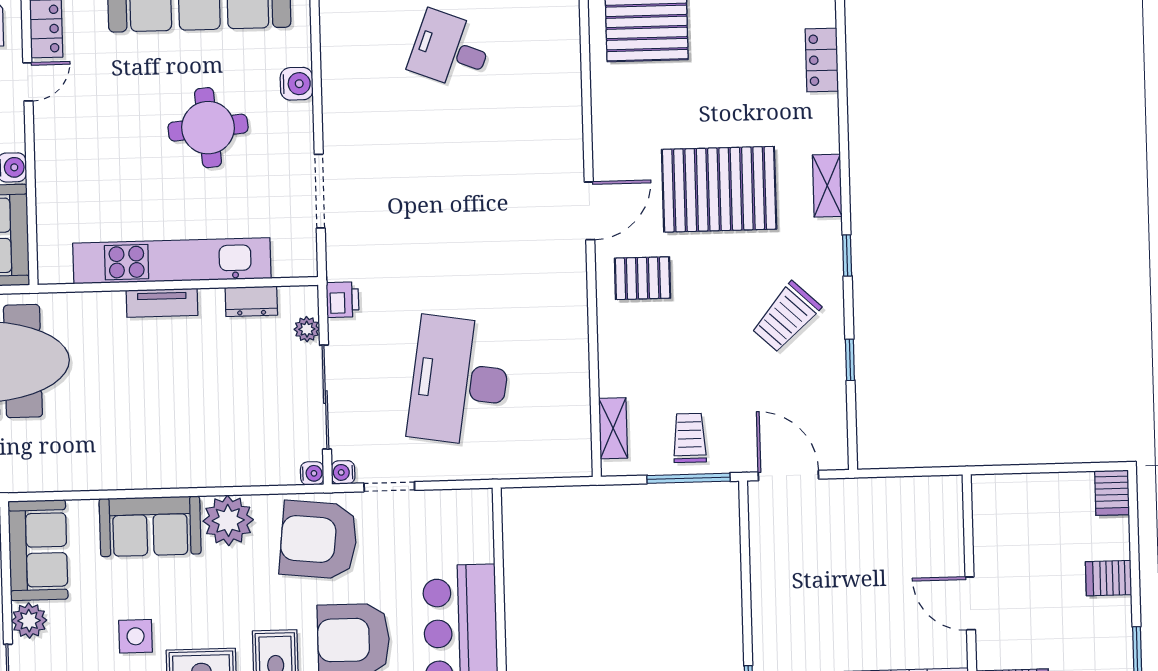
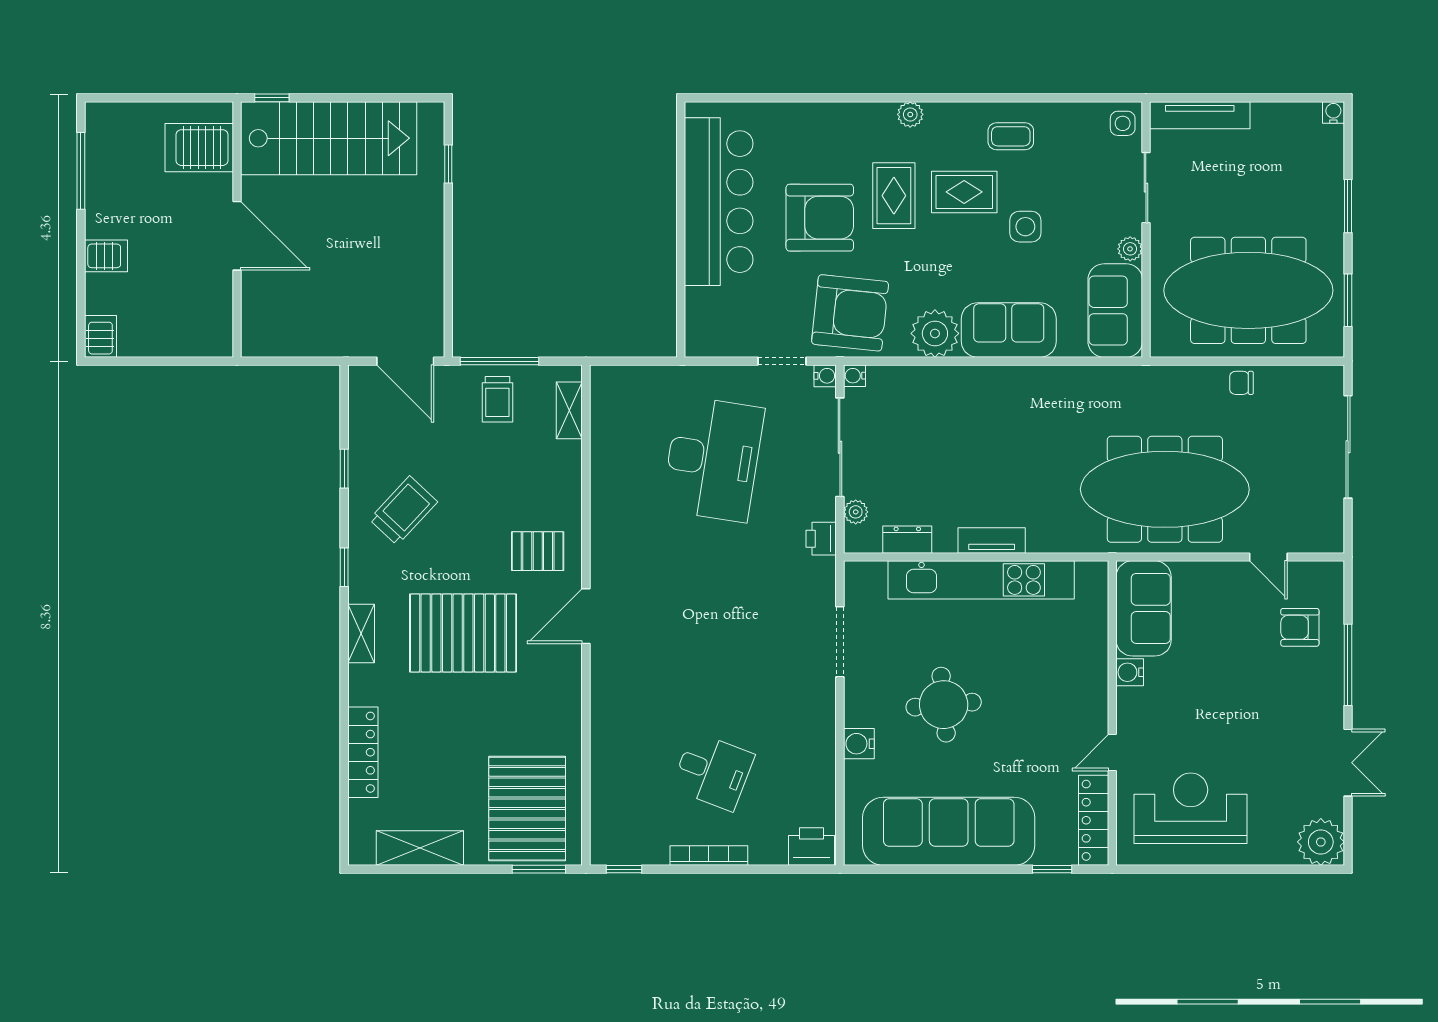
locker: (822, 60) -> (363, 752), width x1.53
door: (970, 603) -> (237, 236), width x1.36
plant: (29, 621) -> (1130, 249), width x0.73, depth x0.73

